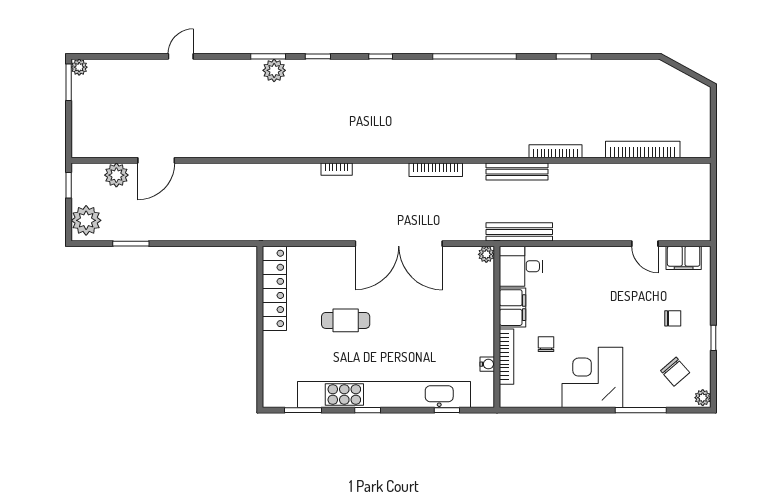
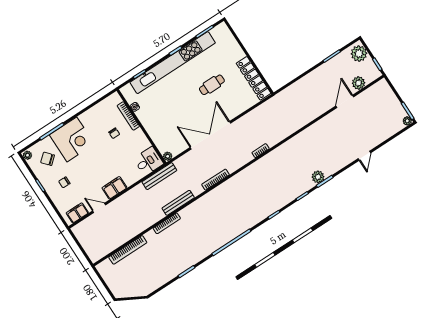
filing cabinet: (513, 308) -> (114, 188), moved, turned 90
corner desk: (592, 377) -> (72, 139), moved

